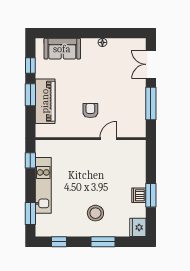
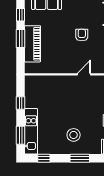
armchair: (90, 110) -> (82, 35), moved
window: (30, 160) -> (20, 103), moved
kitchen unit: (43, 185) -> (31, 131), moved

